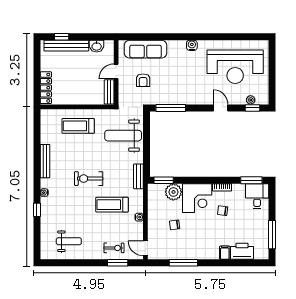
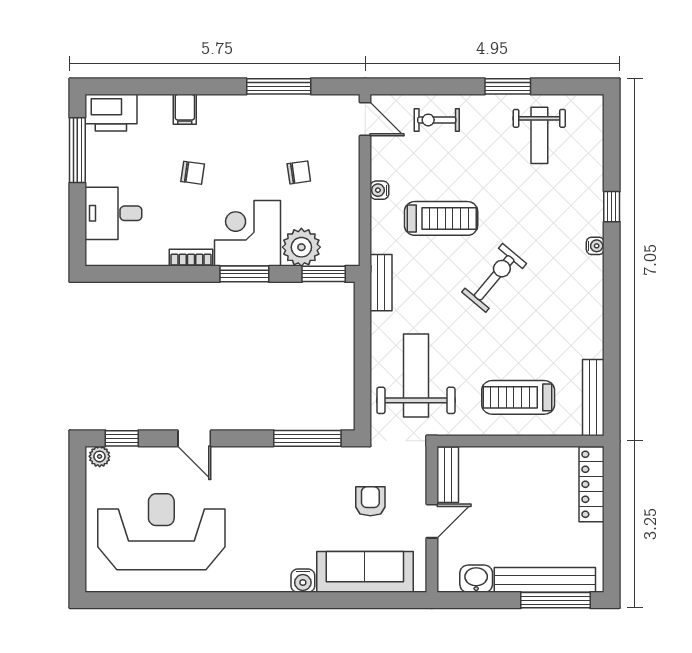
window: (62, 37) -> (555, 600), width x2.17
water cooler: (192, 45) -> (303, 581), moved
plant: (251, 100) -> (100, 456), moved
treadmill: (78, 126) -> (518, 397), turned 180
weight bench: (123, 136) -> (416, 375), turned -90
bench: (45, 161) -> (593, 398), moved
exercise bike: (89, 179) -> (494, 278), turned -50
window: (251, 180) -> (244, 274), moved
desk: (257, 196) -> (113, 213), moved, turned 90
chair: (223, 211) -> (193, 173), moved
weight bench: (69, 241) -> (539, 135), turned -90
printer: (242, 251) -> (111, 113), moved
window: (118, 263) -> (508, 86), moved

